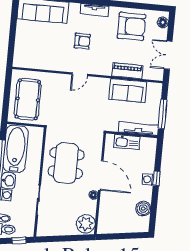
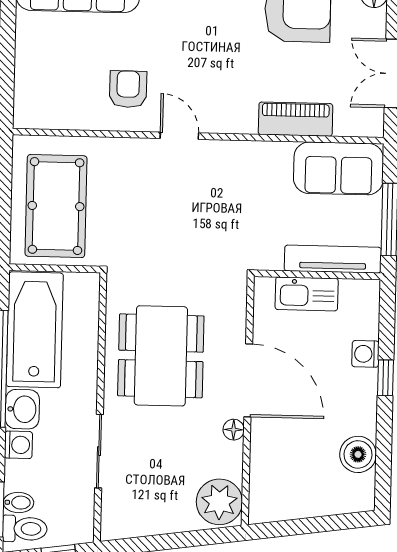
armchair: (82, 41) -> (128, 89), moved, turned -91
door: (80, 74) -> (179, 136), swing flipped
sofa: (128, 91) -> (339, 168), moved
washing machine: (148, 179) -> (365, 354), moved

